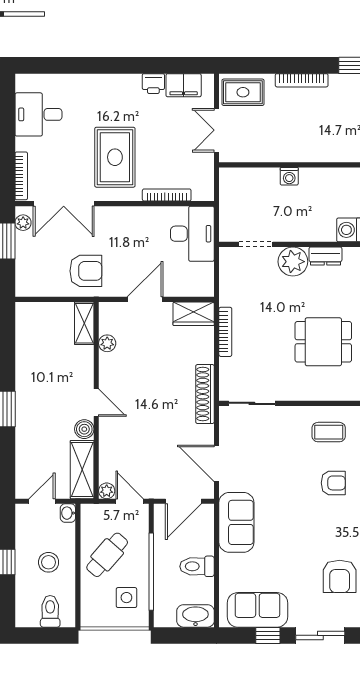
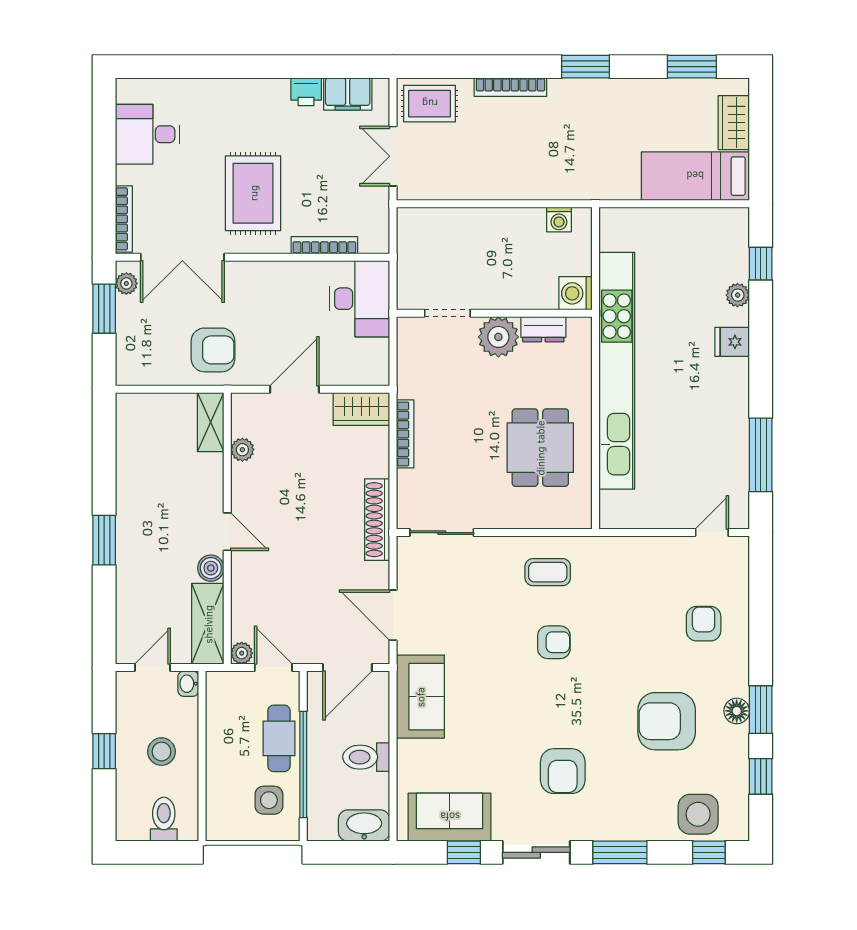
washing machine: (289, 176) -> (559, 219), moved
dining table: (323, 342) -> (540, 448), turned 90
cafe table: (107, 555) -> (279, 738), moved, turned -41

